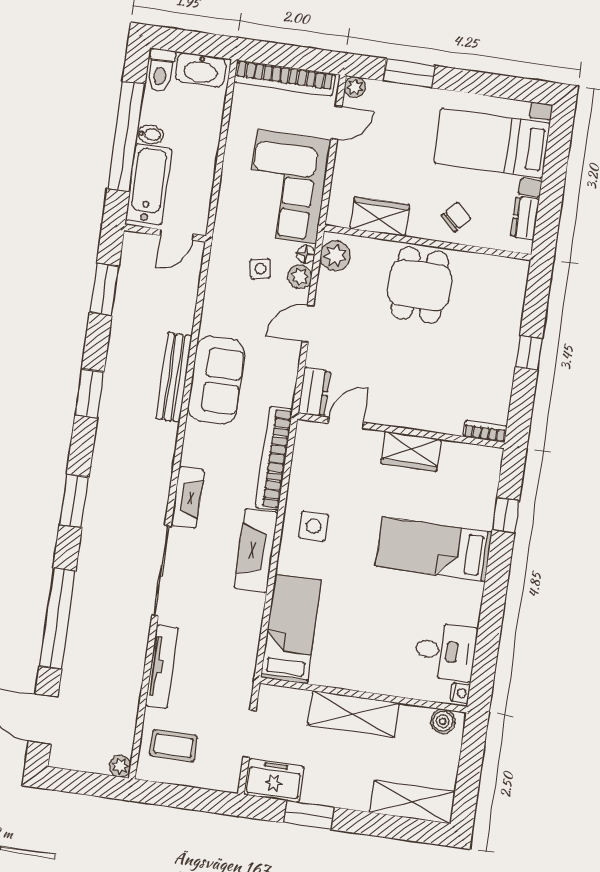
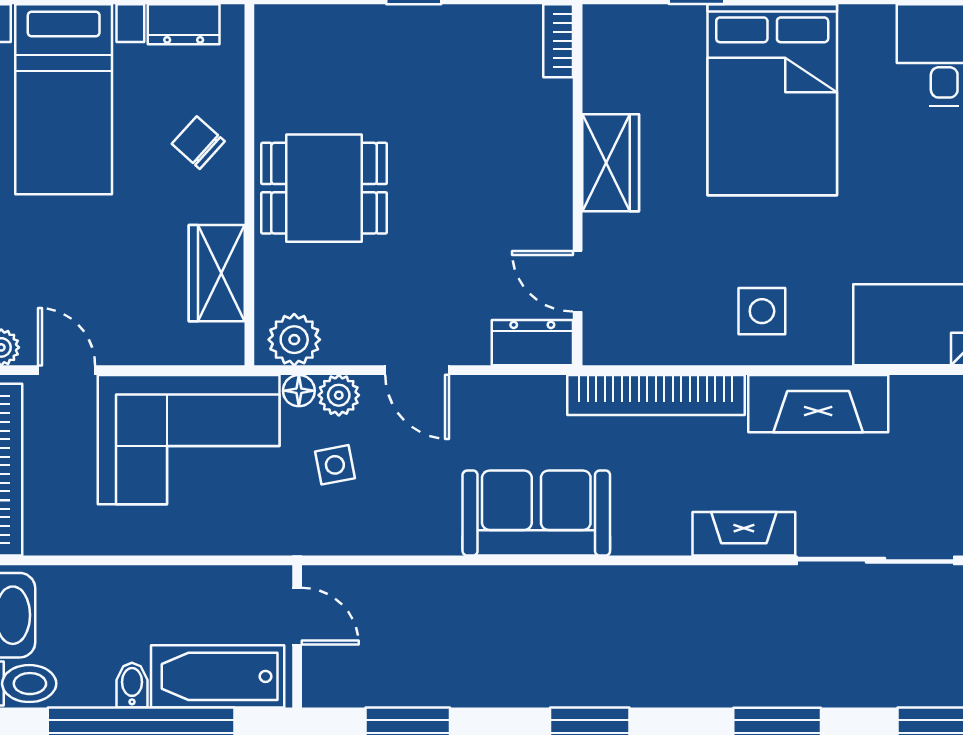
bench: (174, 377) -> (541, 586), removed
bed: (434, 549) -> (772, 100), width x1.50

